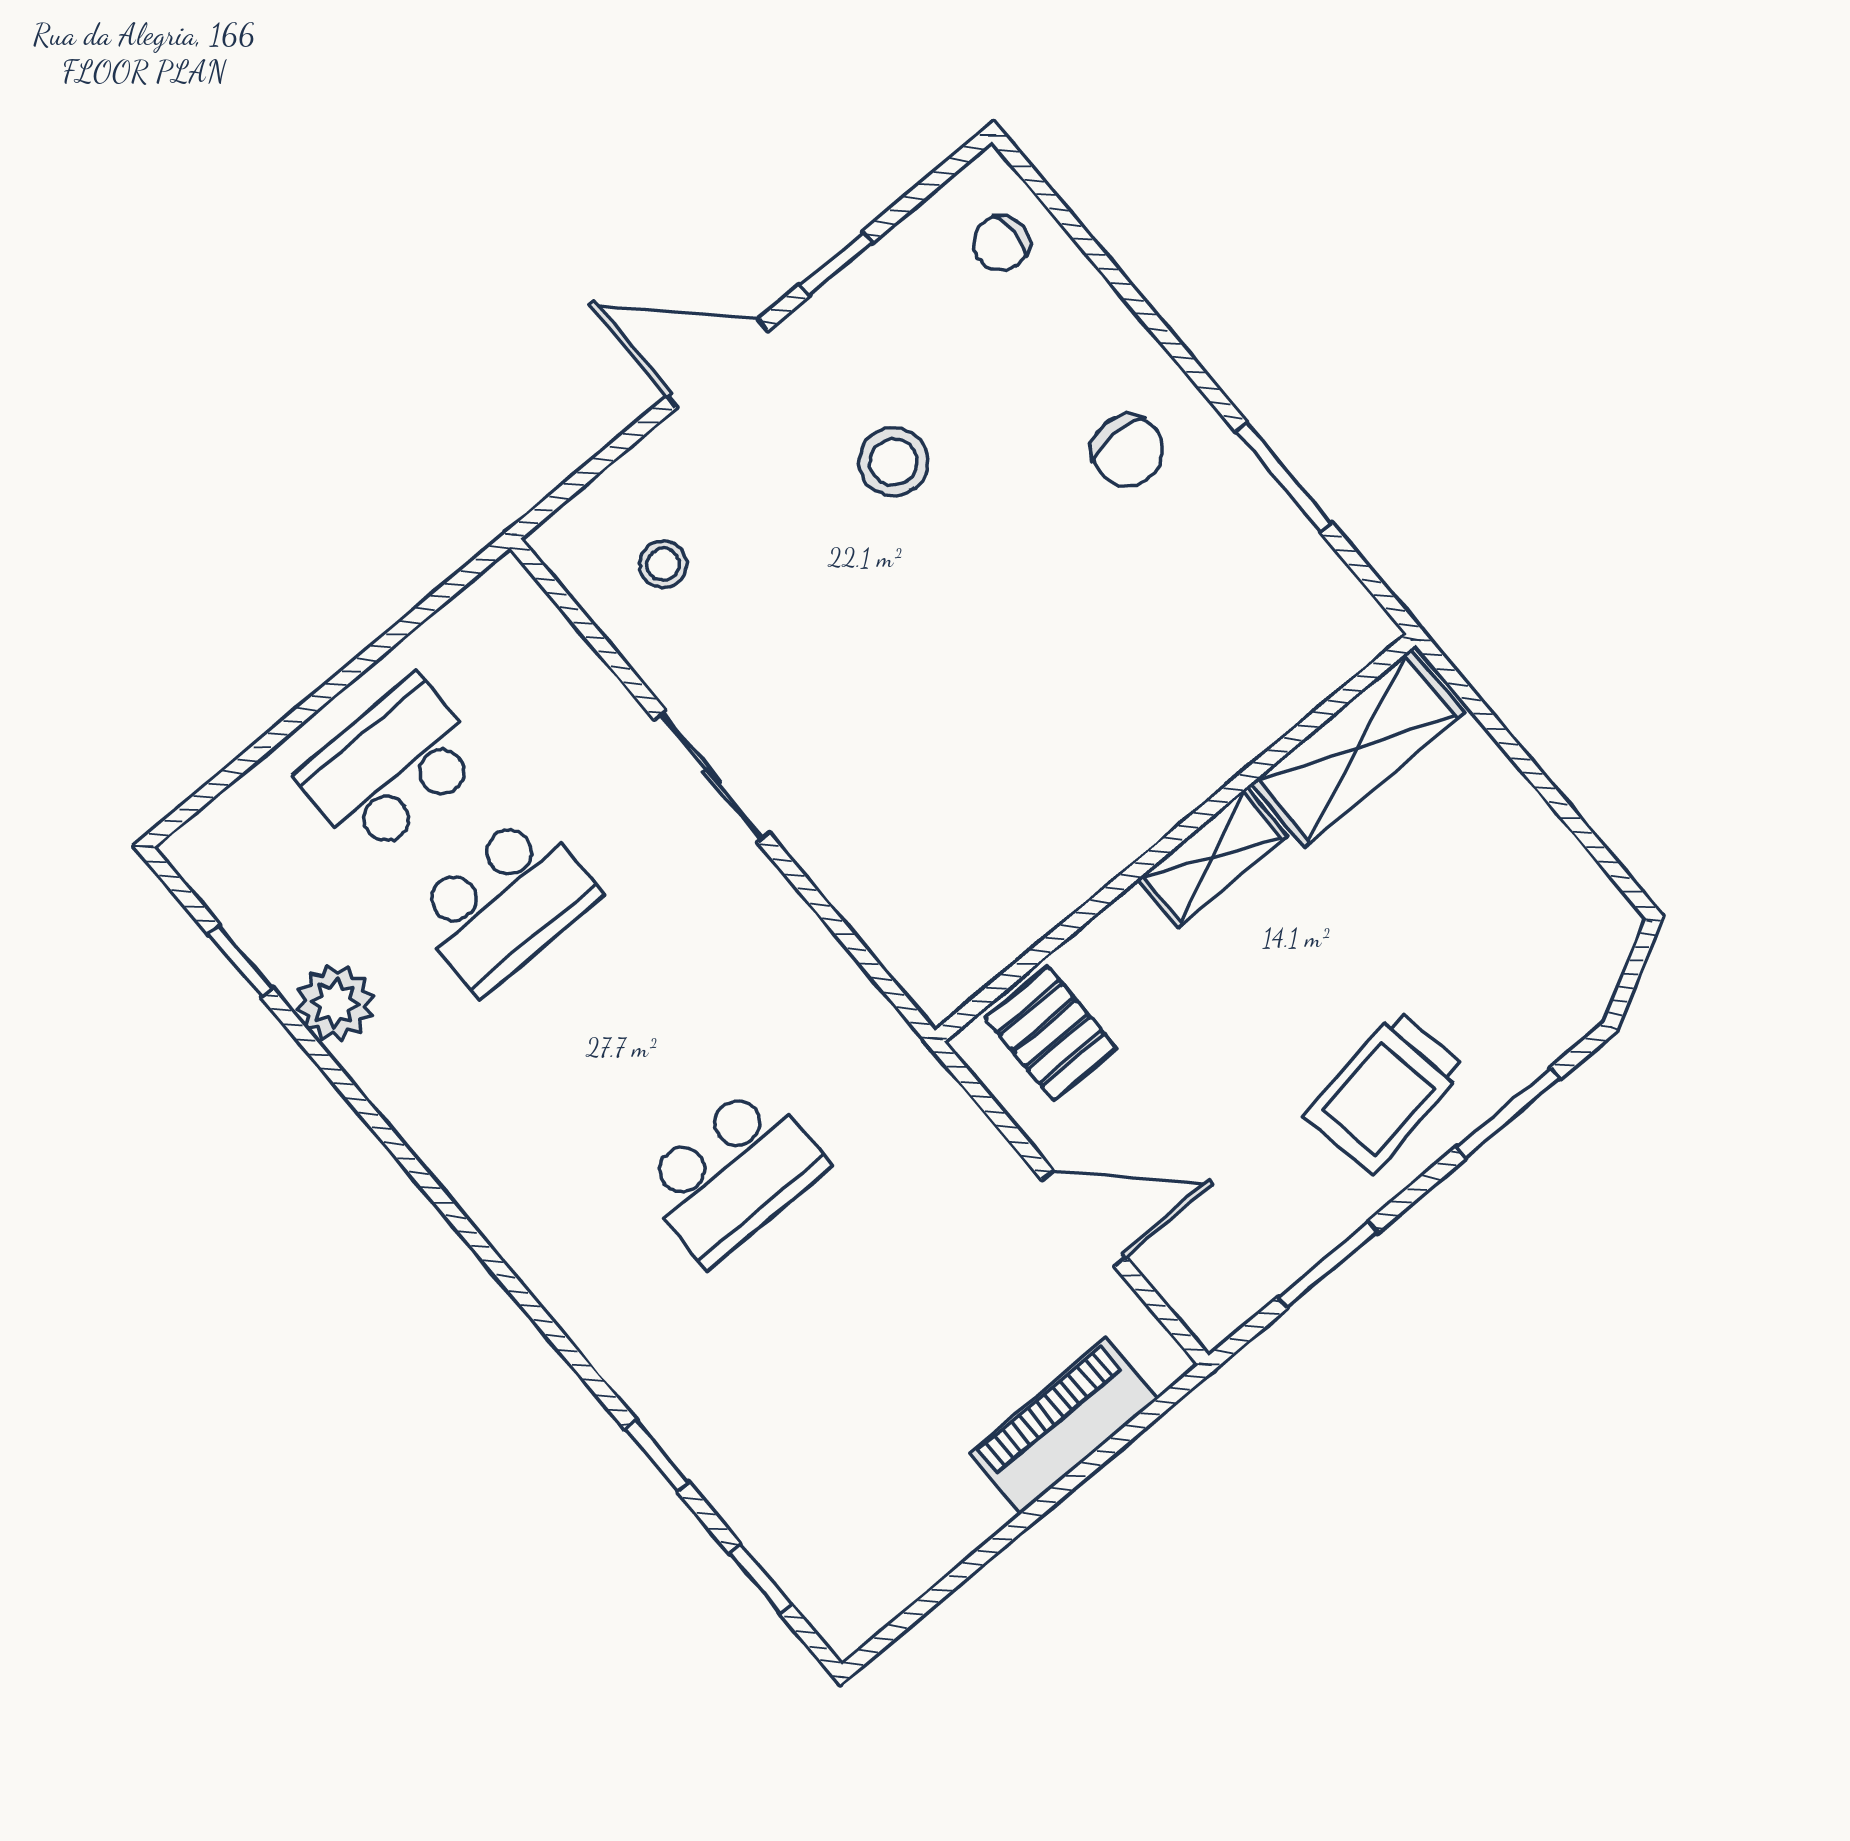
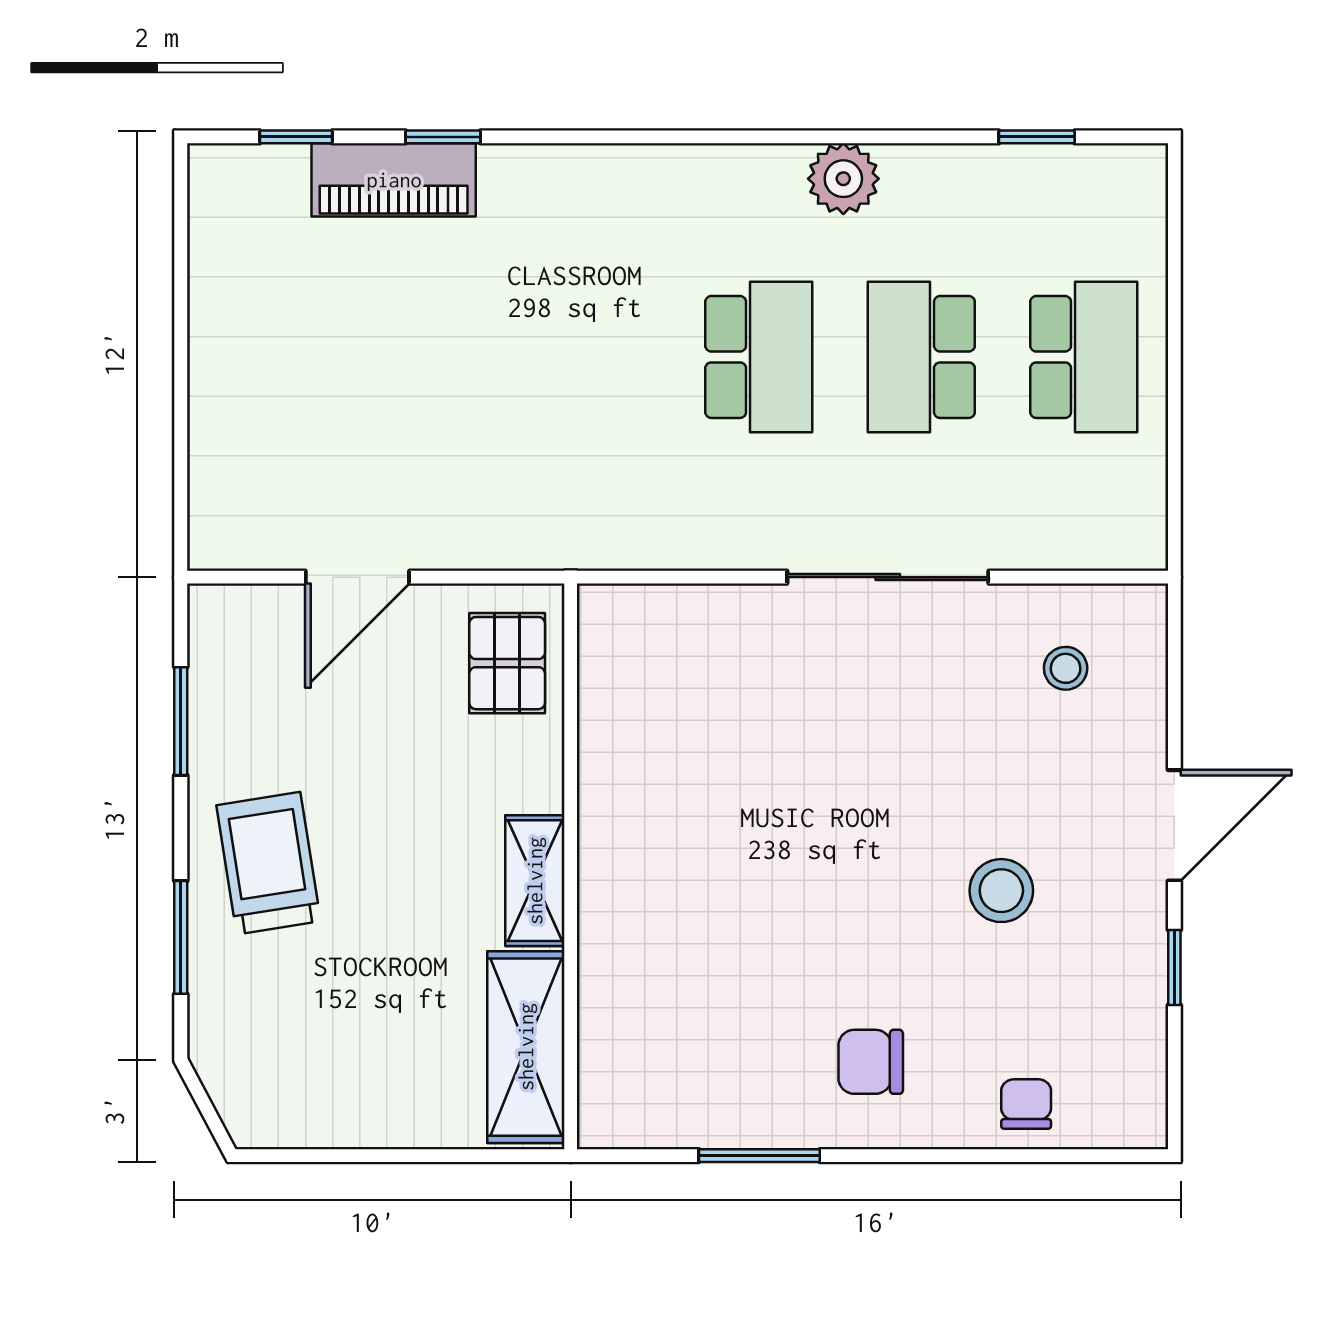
chair: (1001, 243) -> (1026, 1104), moved
sliding door: (712, 776) -> (888, 577), width x1.37
plant: (335, 1003) -> (843, 179), moved
pallet: (1051, 1033) -> (507, 663), turned 90
school desk: (733, 1174) -> (759, 357), moved, turned 180
piano: (1064, 1426) -> (394, 180), moved, turned 90

